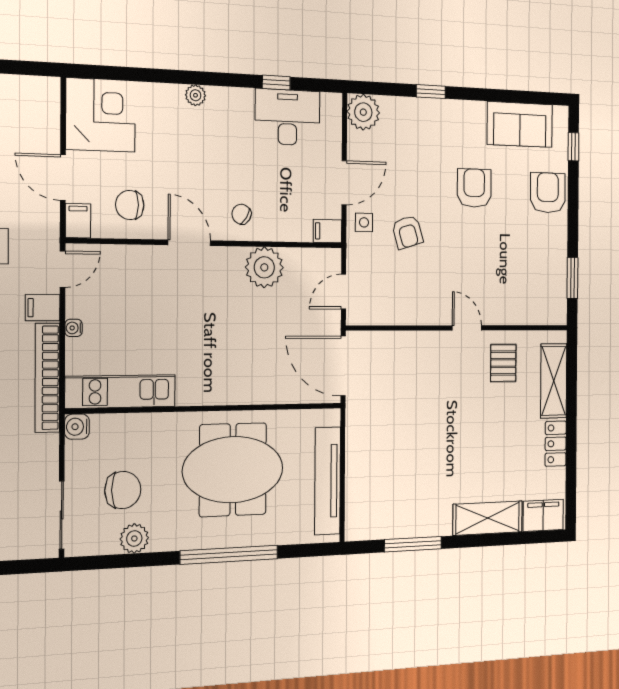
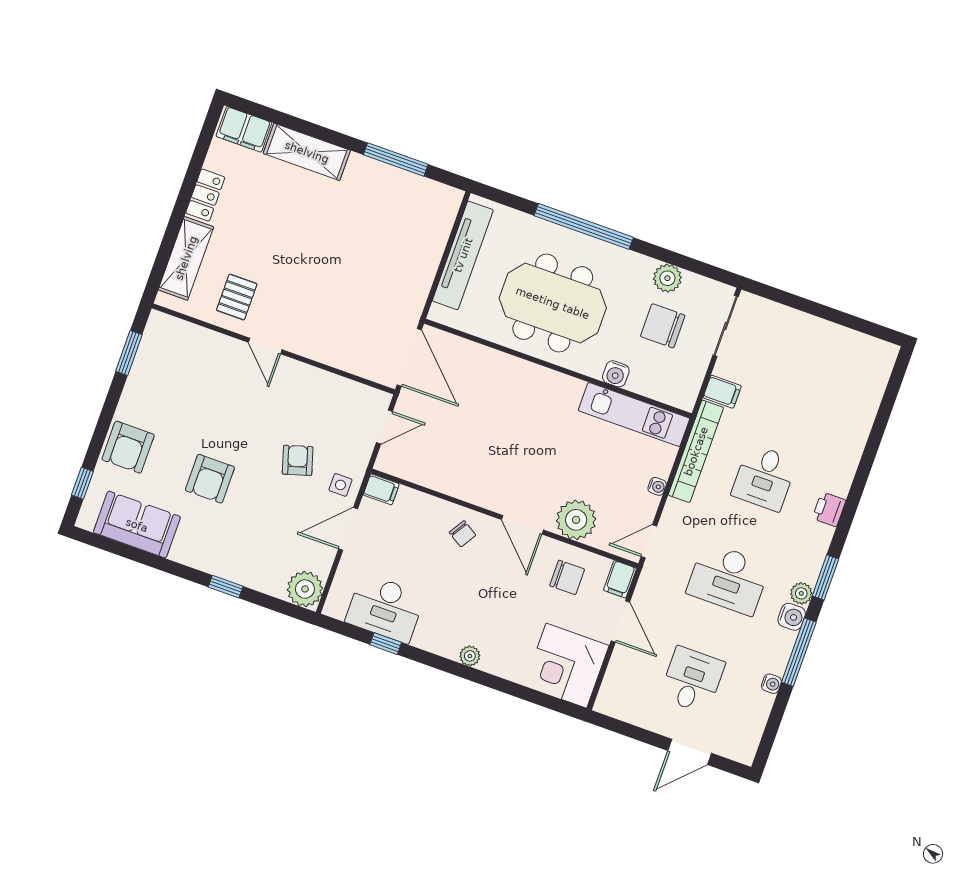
plant: (264, 267) -> (576, 520), moved
filing cabinet: (43, 308) -> (722, 392), moved
water cooler: (77, 427) -> (616, 374), moved, turned 90

